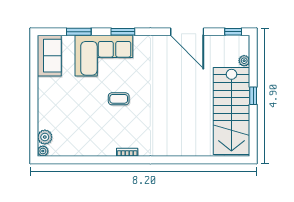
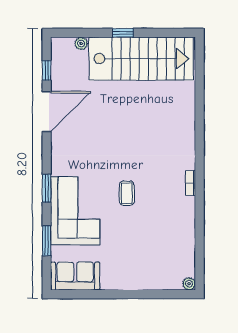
window: (233, 32) -> (47, 70), moved
plant: (45, 137) -> (172, 281), removed

